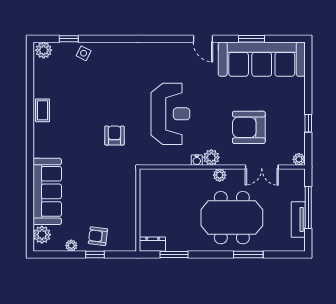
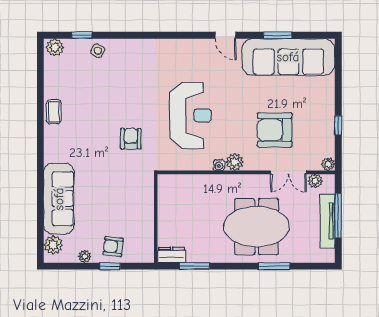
plant: (220, 175) -> (315, 181), moved
tv unit: (298, 219) -> (328, 221), width x1.41

